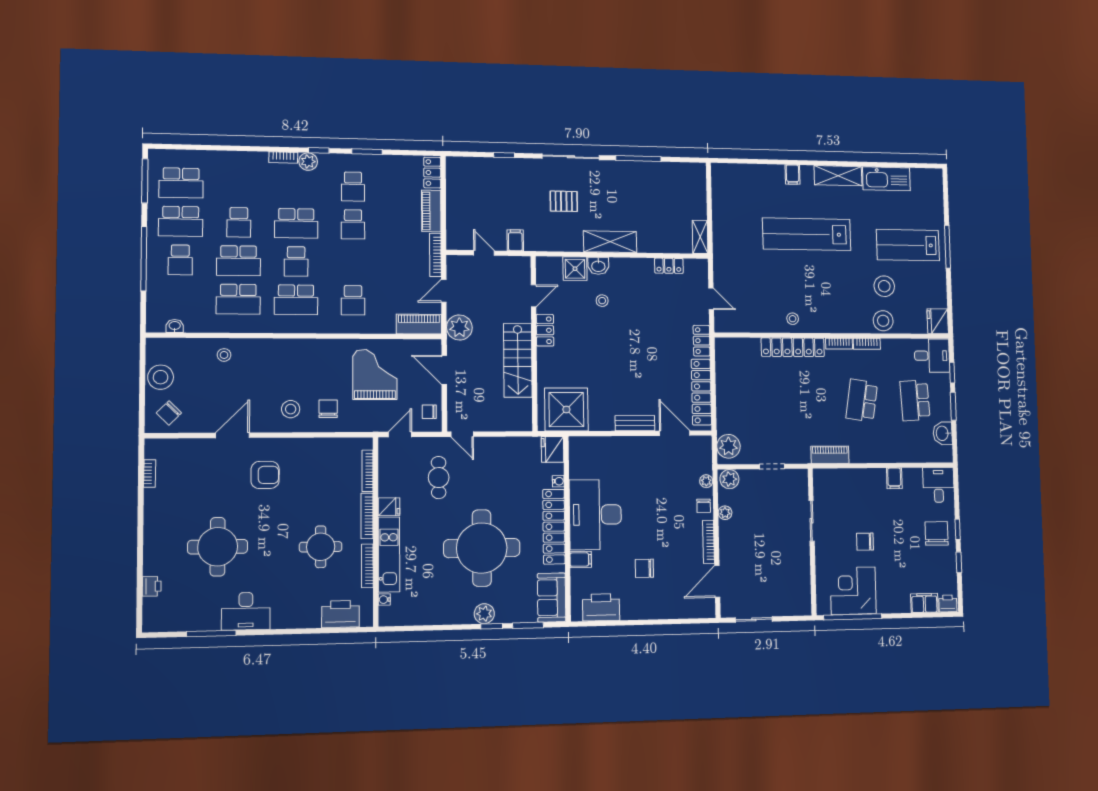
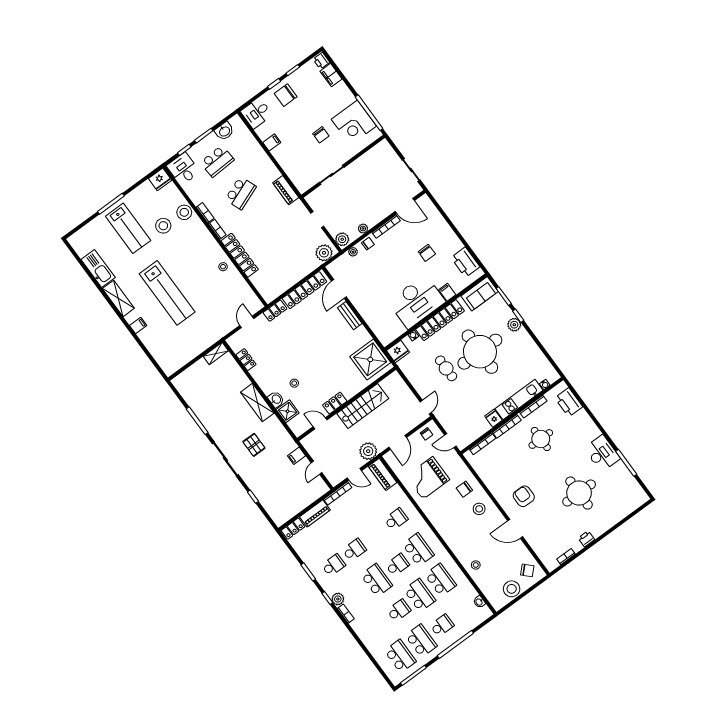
school desk: (862, 400) -> (241, 193), turned -30
cafe table: (439, 478) -> (446, 368), moved, turned 90
printer: (152, 586) -> (586, 539), moved

